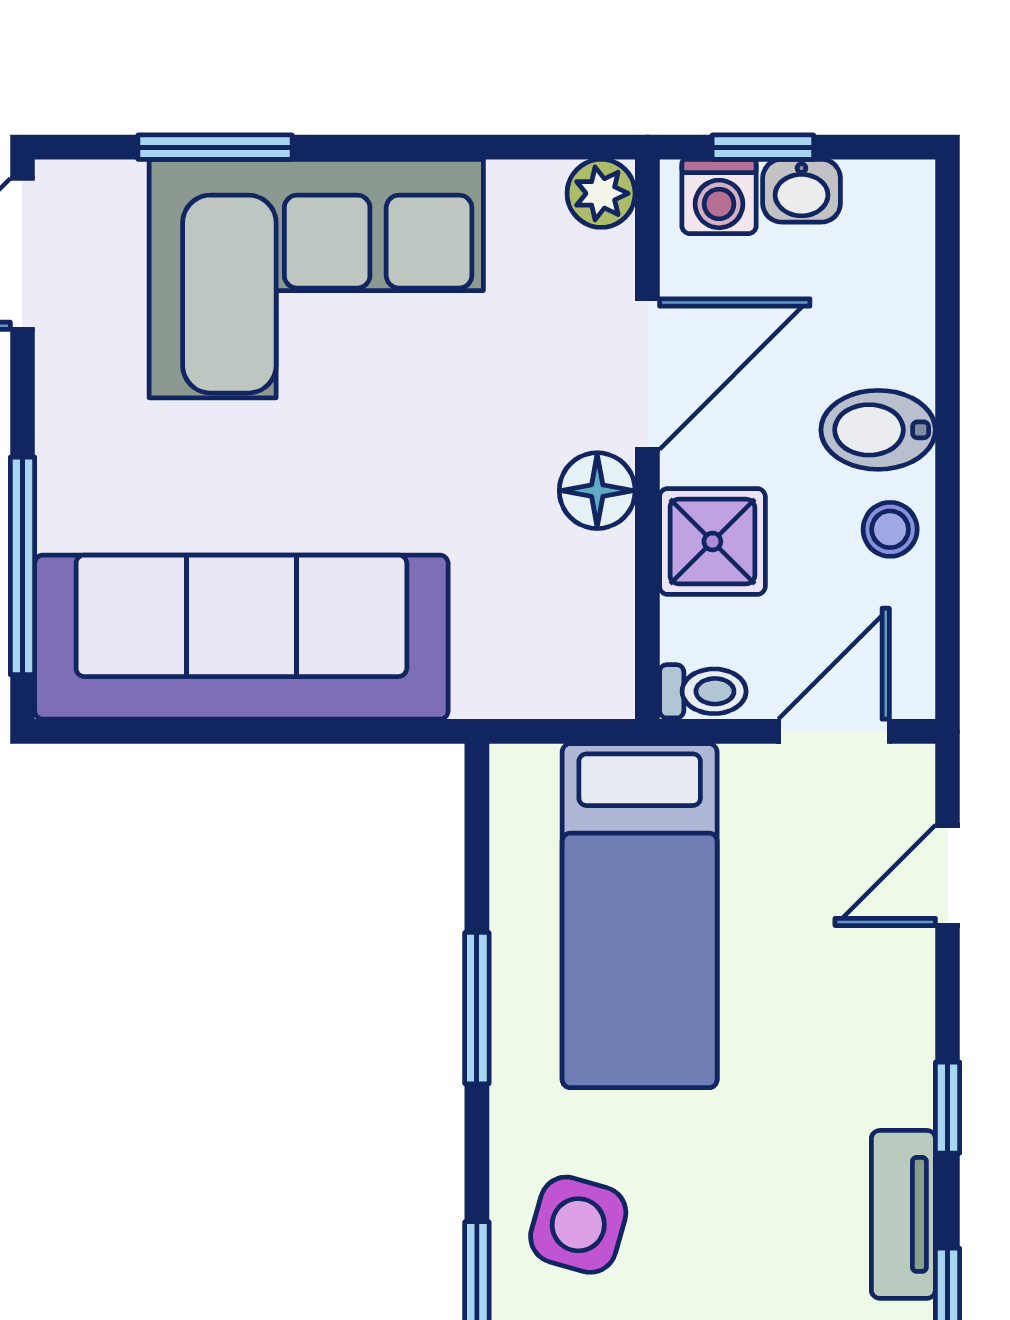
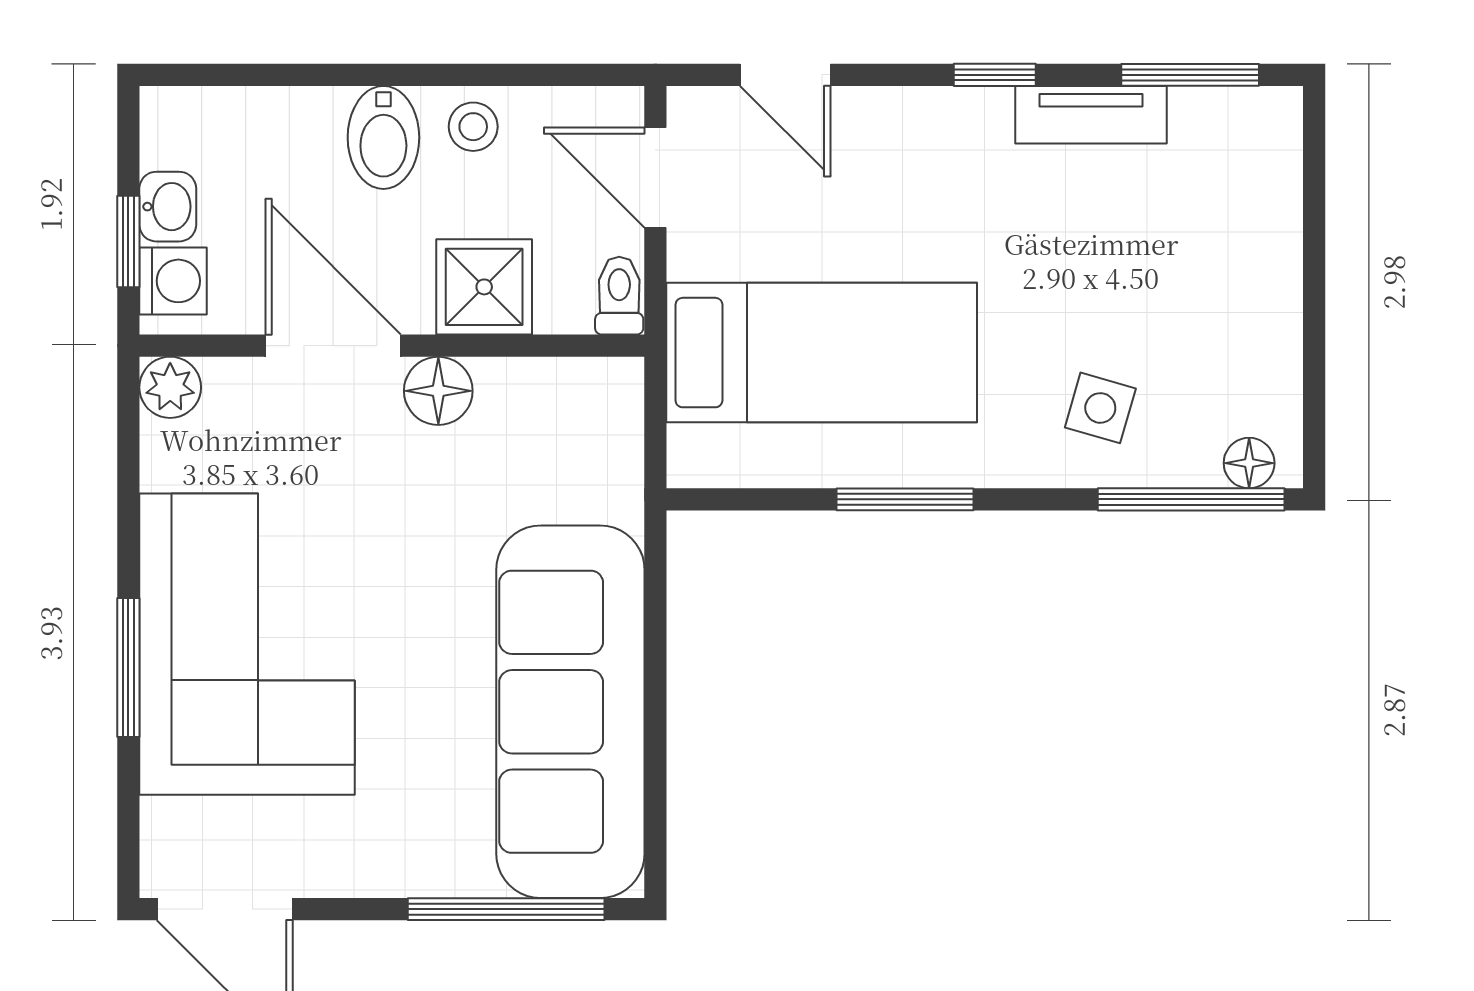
window: (215, 147) -> (128, 668), moved
side table: (578, 1225) -> (1100, 408), width x0.73, depth x0.73

